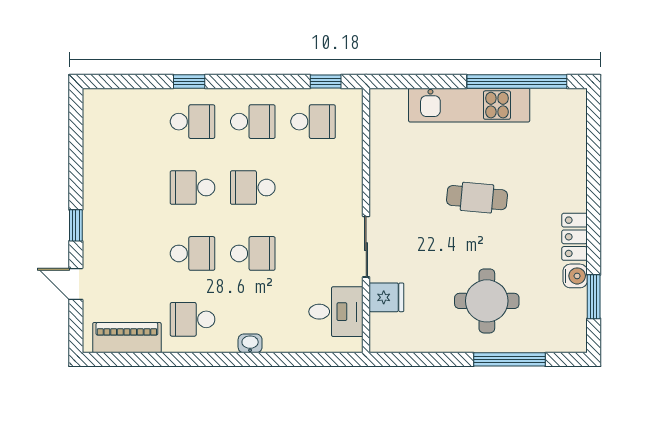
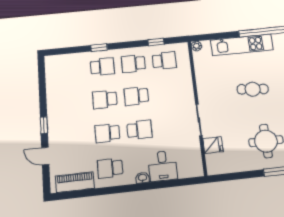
window: (326, 81) -> (156, 42), moved
plant: (379, 98) -> (196, 46), added
school desk: (253, 122) -> (133, 64), turned 180
school desk: (193, 253) -> (107, 133), turned 180
desk: (336, 312) -> (163, 166), moved, turned 90

